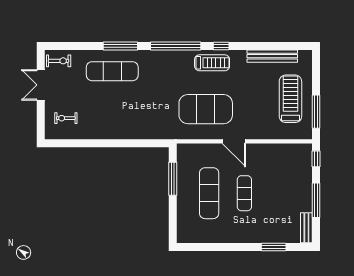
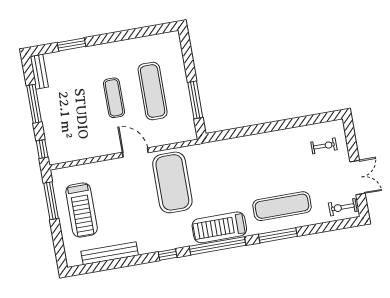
treadmill: (212, 63) -> (219, 227), moved, width x1.37, depth x1.38
exercise mat: (206, 109) -> (172, 182), turned 90

